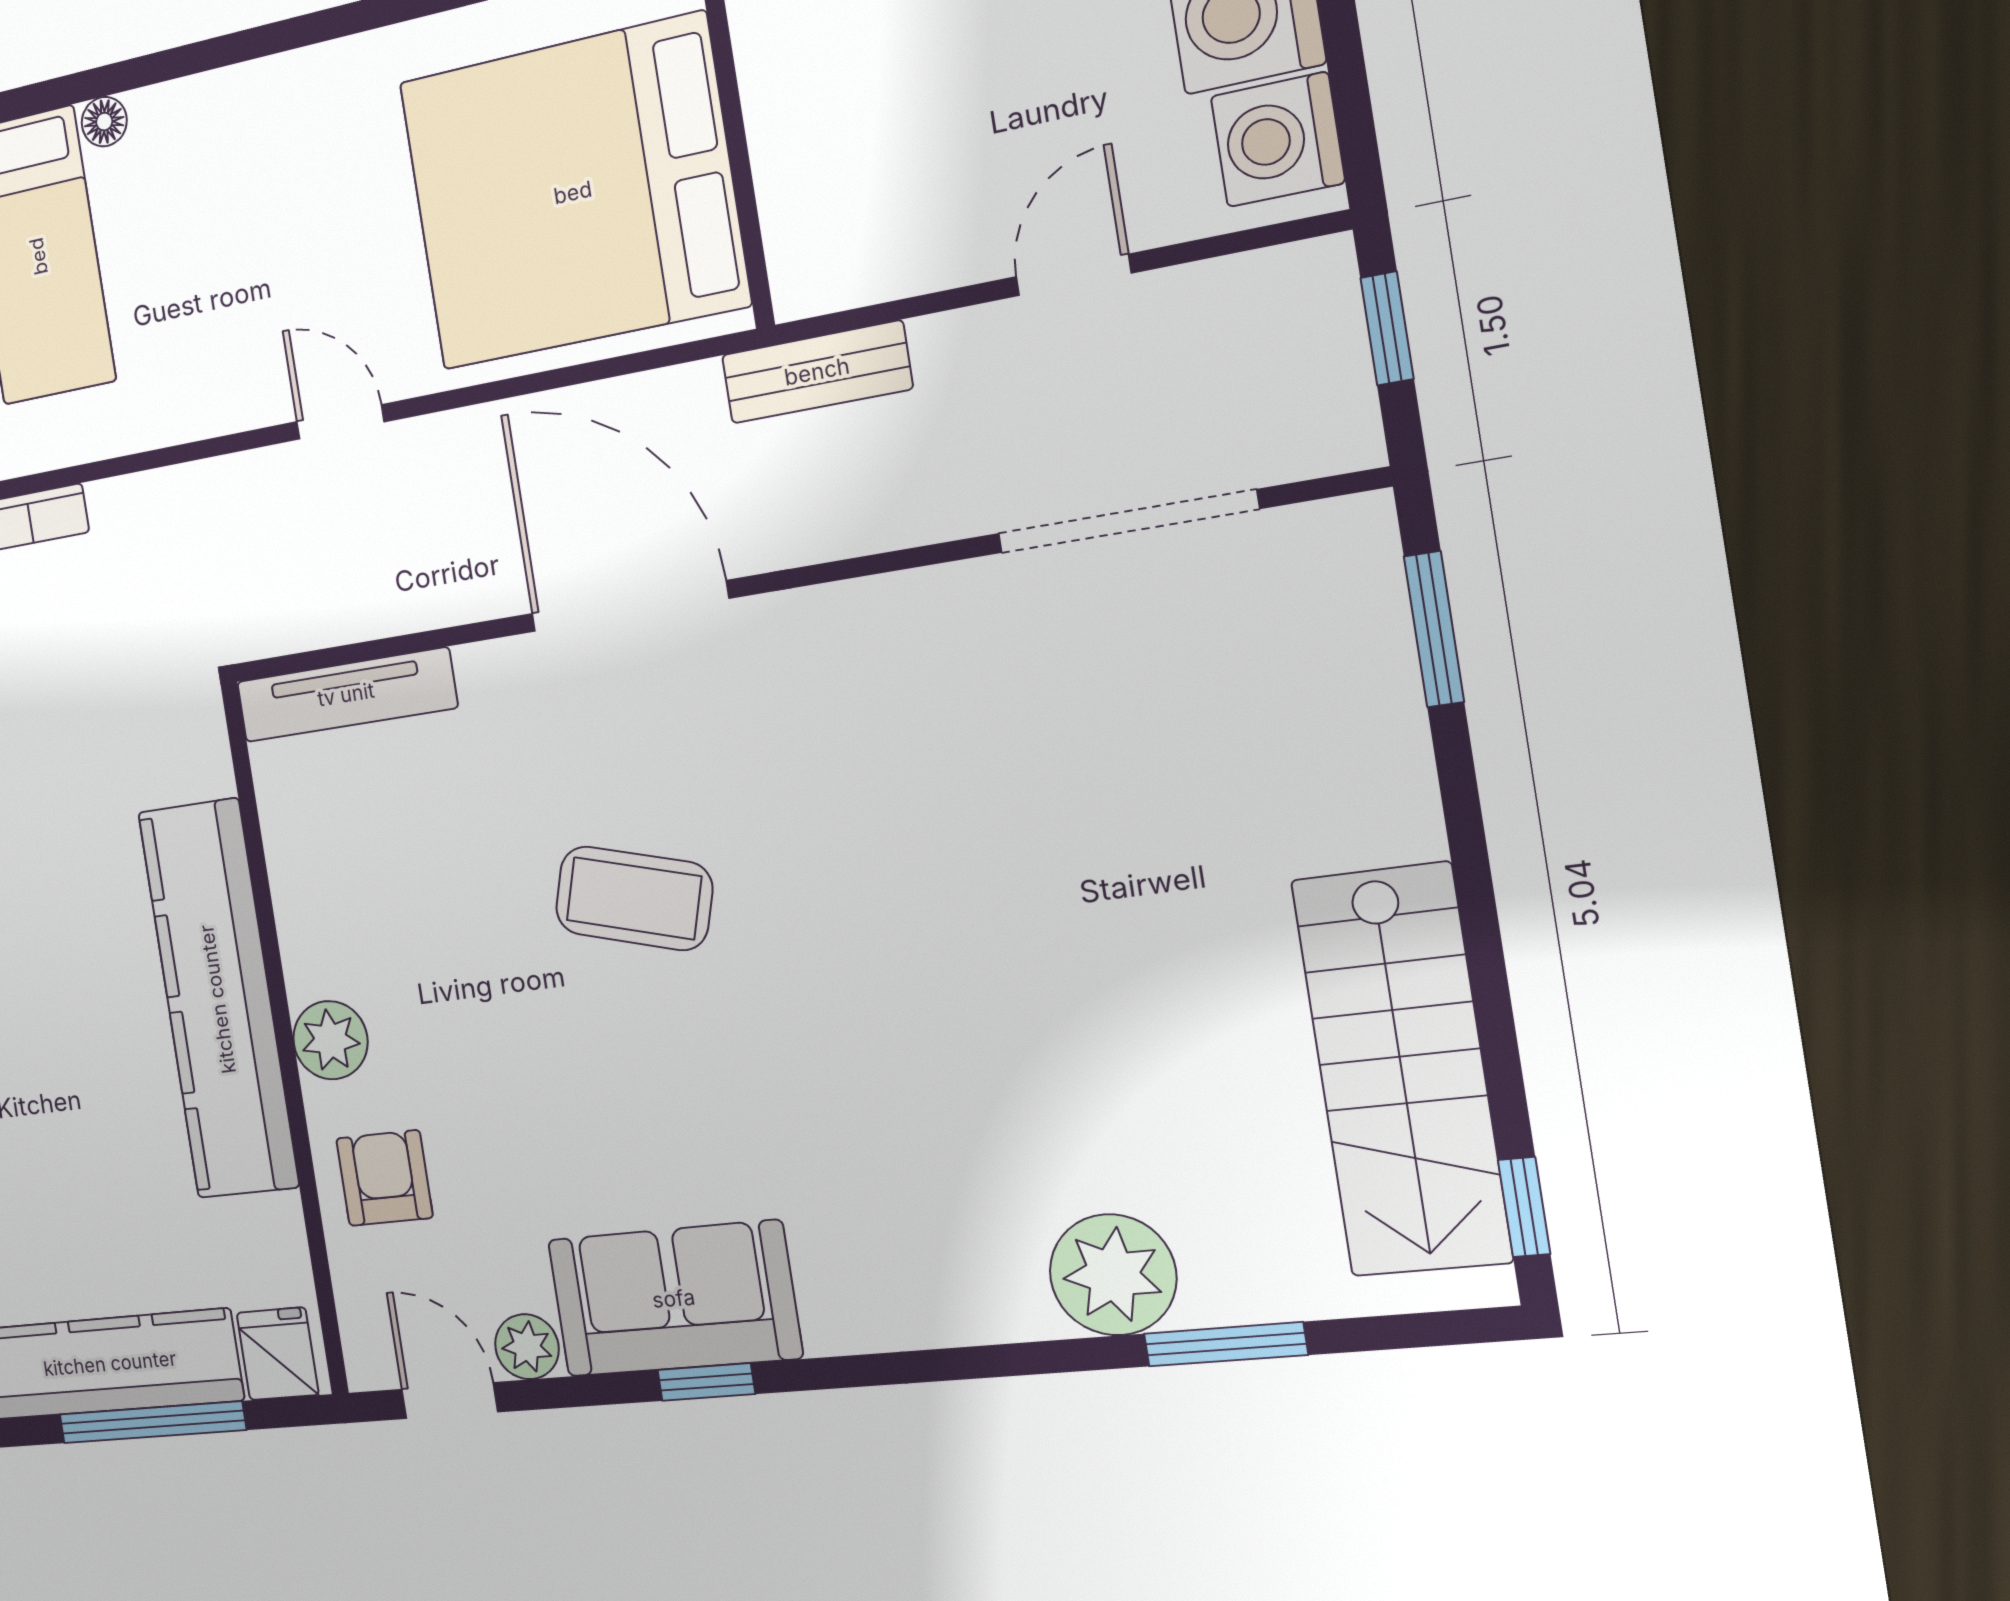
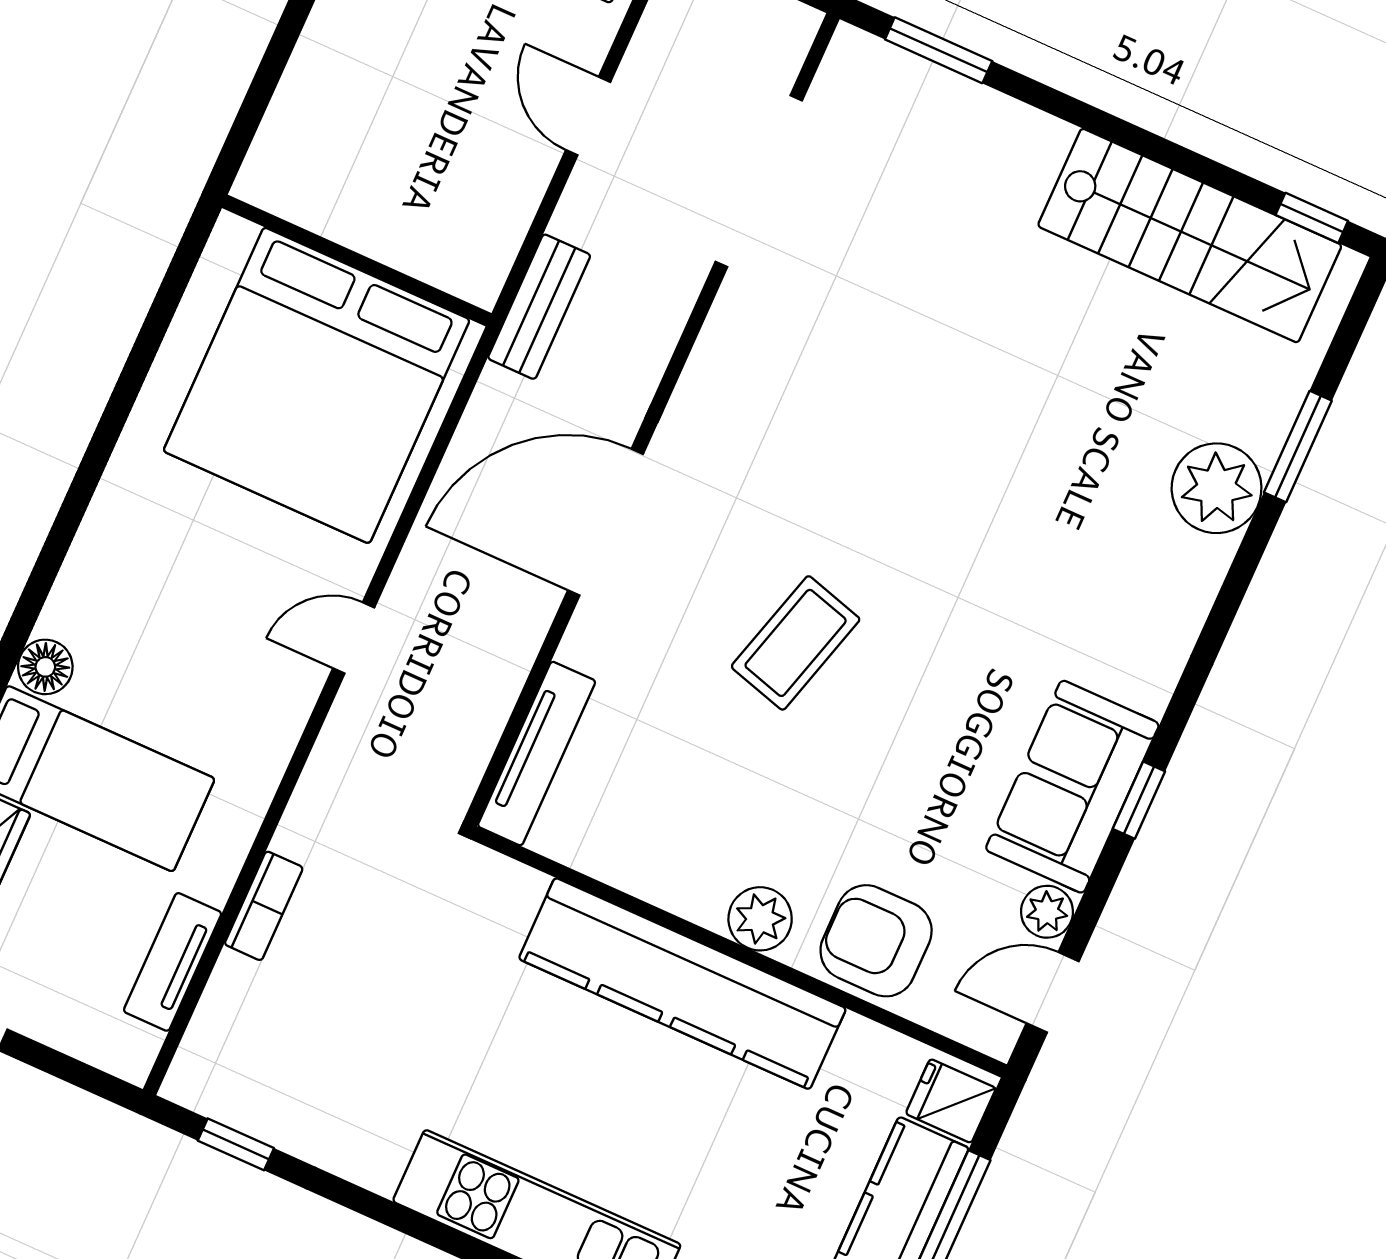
floor lamp: (104, 122) -> (45, 667), width x1.37, depth x1.37
armchair: (384, 1178) -> (876, 941), width x1.38, depth x1.38

